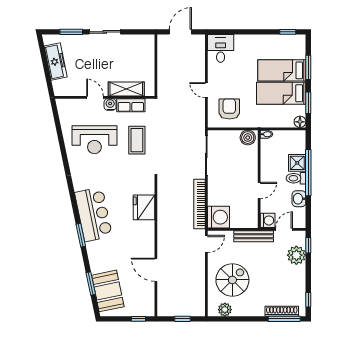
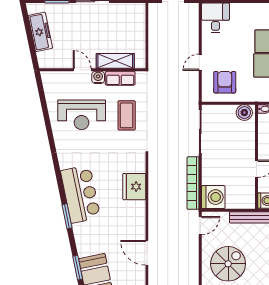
door: (206, 90) -> (200, 62), hinge flipped

